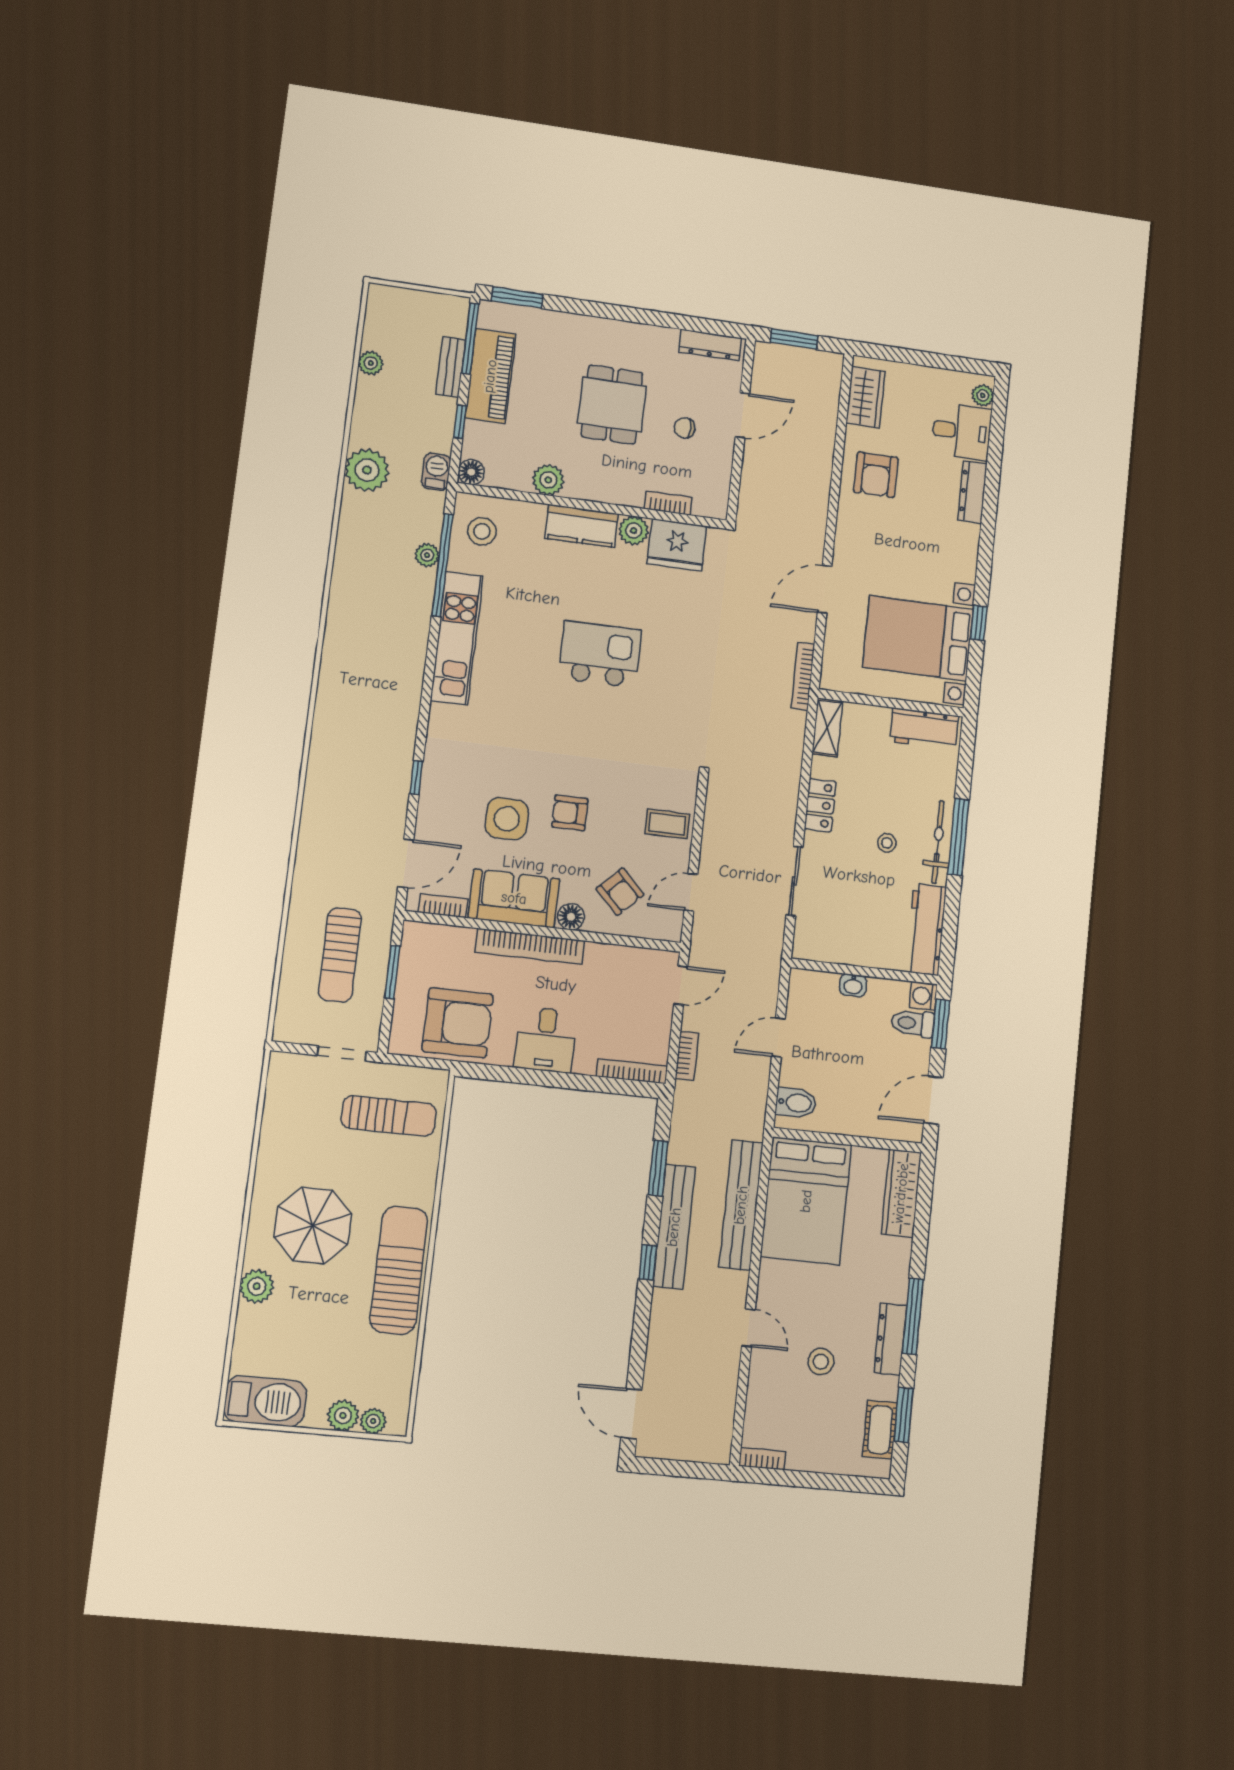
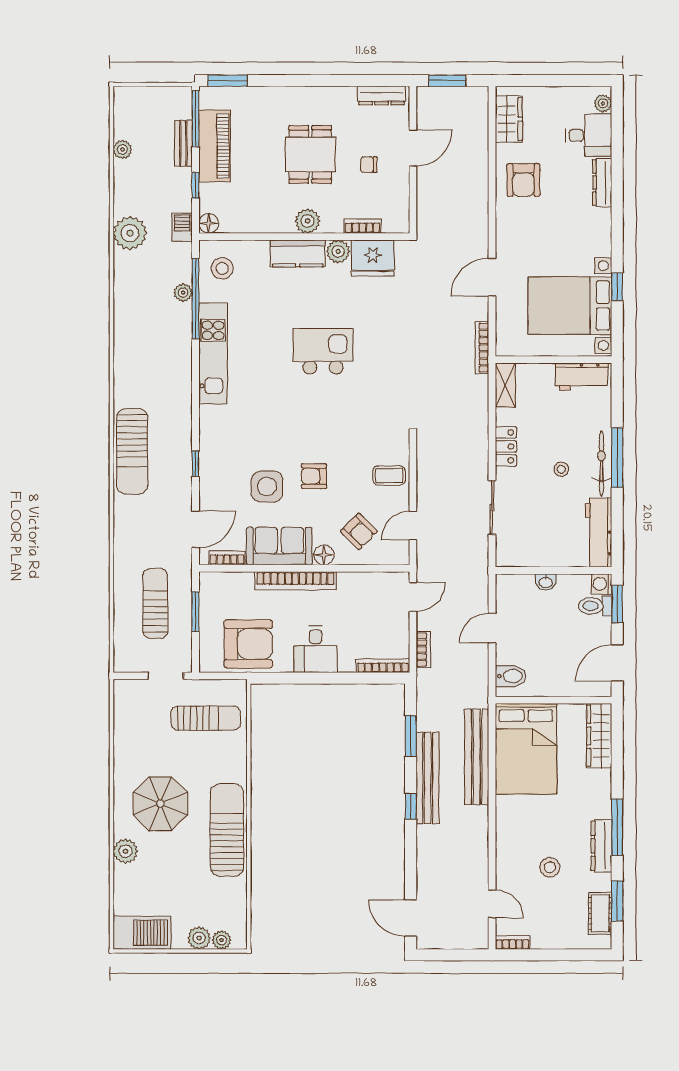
plant: (548, 480) -> (308, 221), moved
sun lounger: (334, 751) -> (132, 451), added
sun lounger: (340, 955) -> (155, 603), turned 180
door: (748, 1328) -> (492, 904), moved

